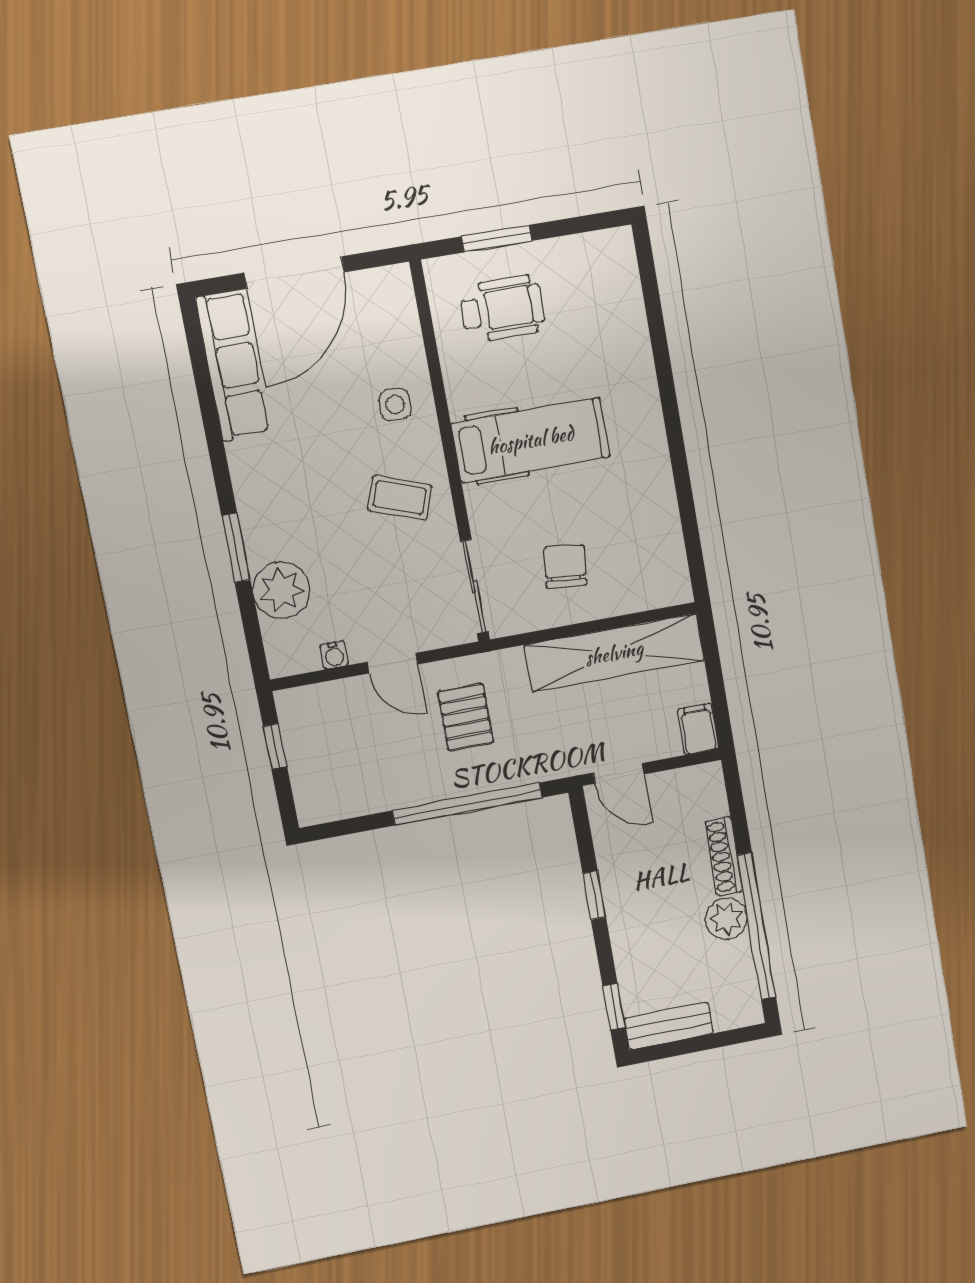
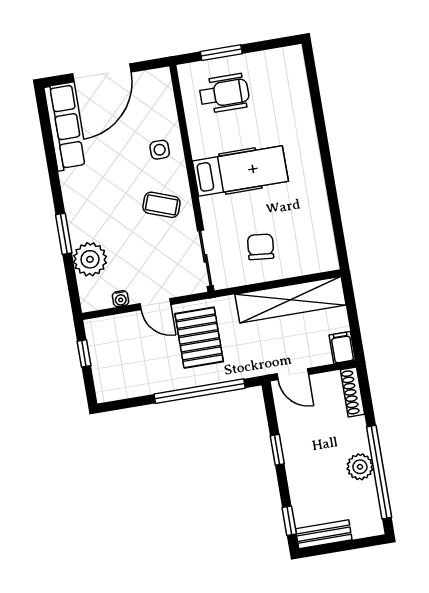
pallet: (465, 717) -> (199, 338), width x1.50, depth x1.42
shoe rack: (724, 856) -> (352, 392), moved

